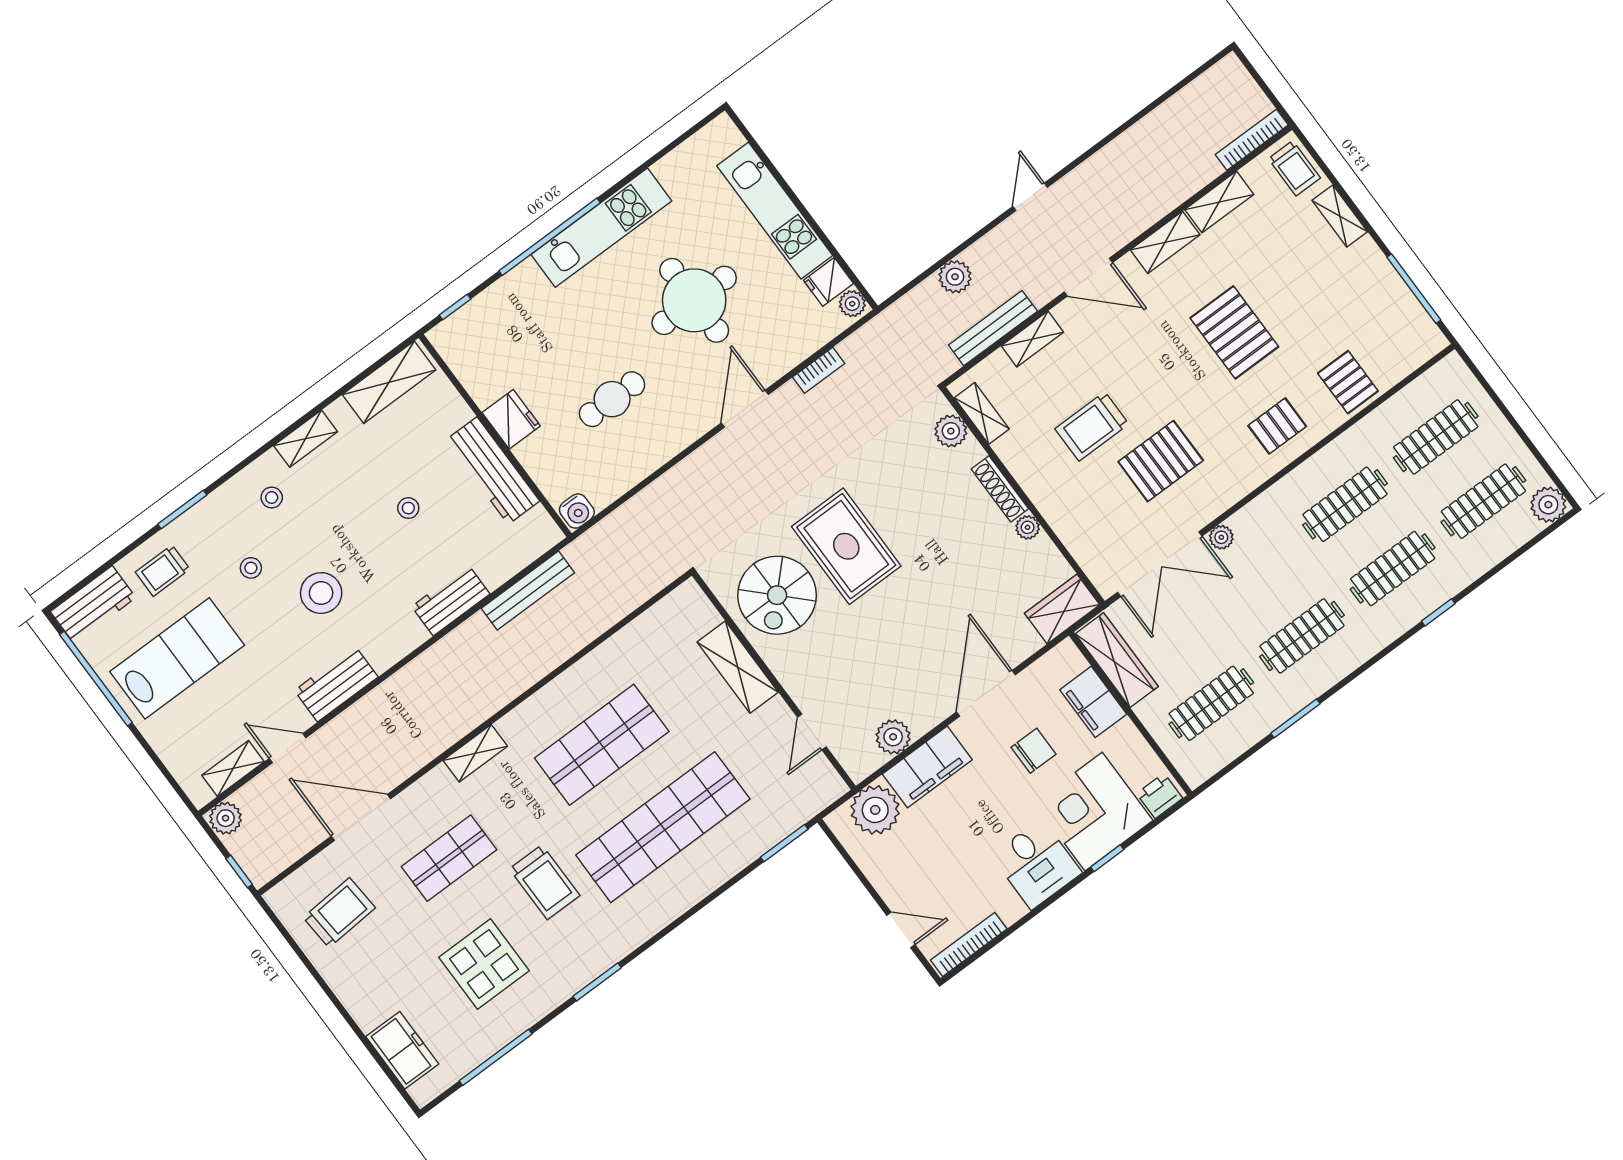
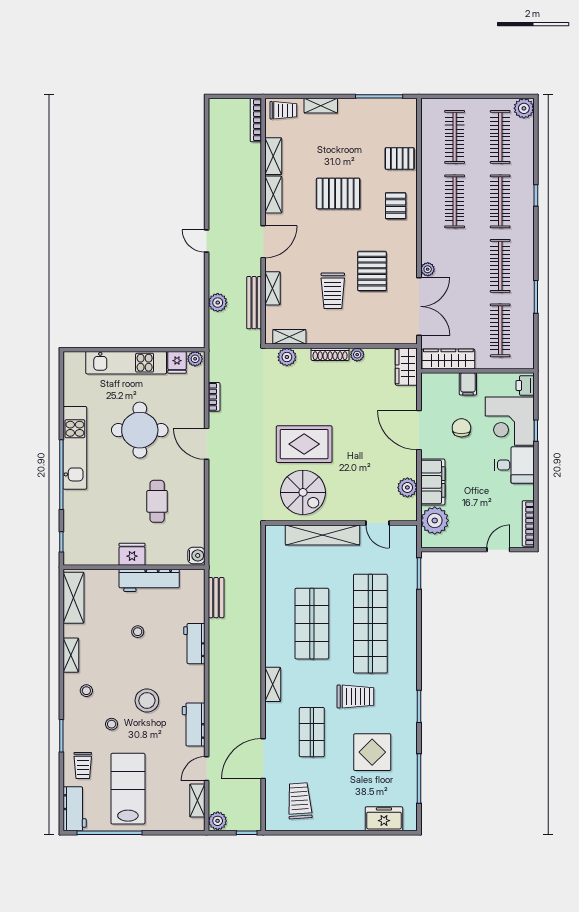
bench: (528, 590) -> (216, 598), width x0.73
shelving: (738, 667) -> (323, 535), width x1.47
filing cabinet: (1093, 702) -> (468, 384), width x0.50

